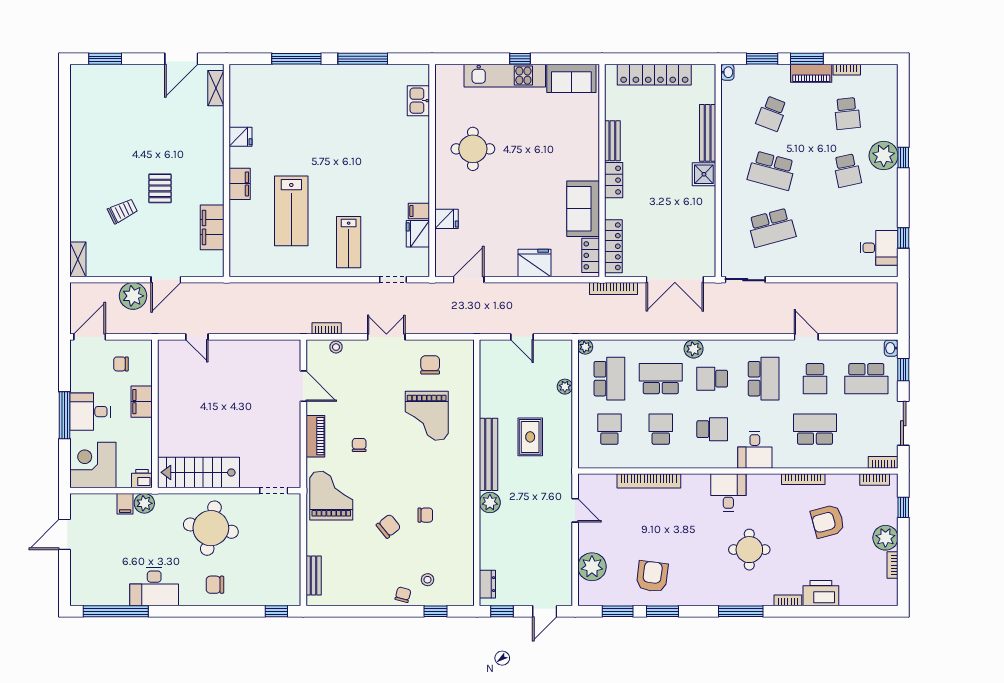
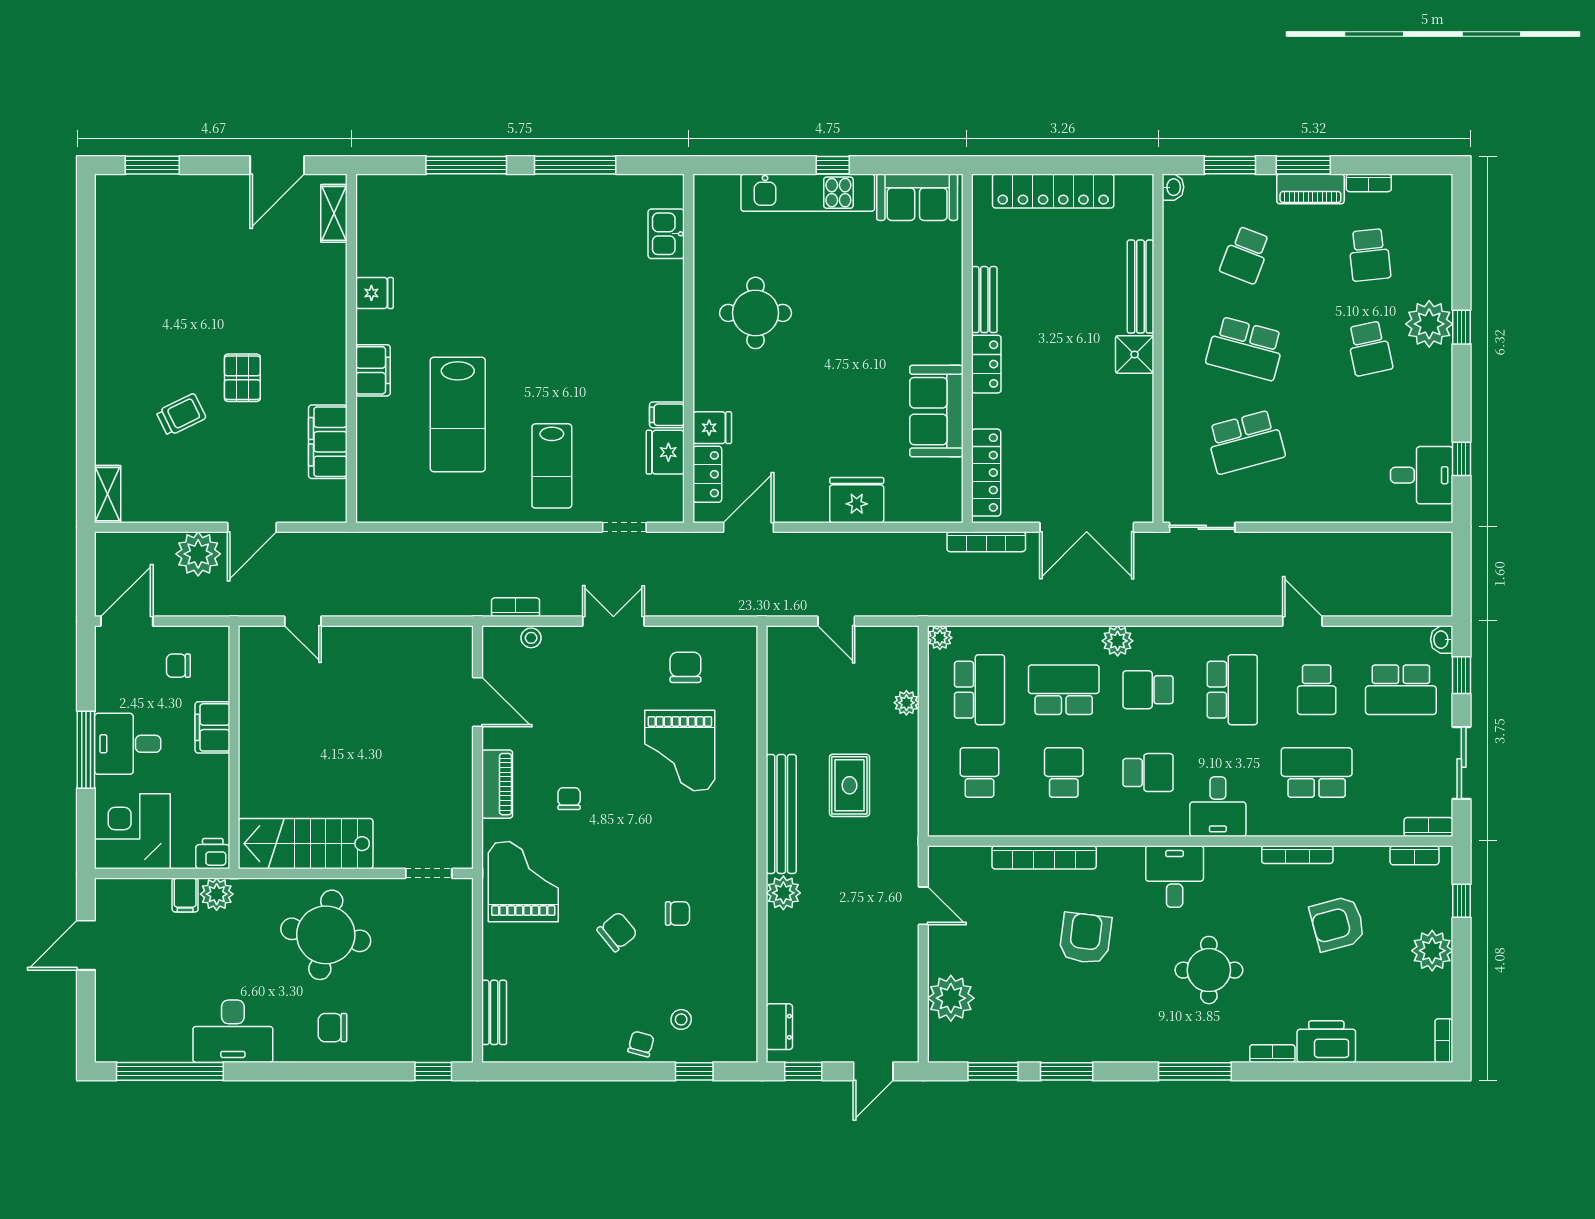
locker: (591, 255) -> (707, 474), moved, turned 180
bookcase: (893, 565) -> (1444, 1041), moved
armchair: (652, 576) -> (1085, 938), moved

